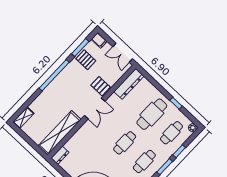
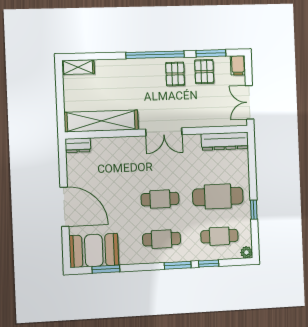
pallet: (101, 86) -> (175, 74), moved

